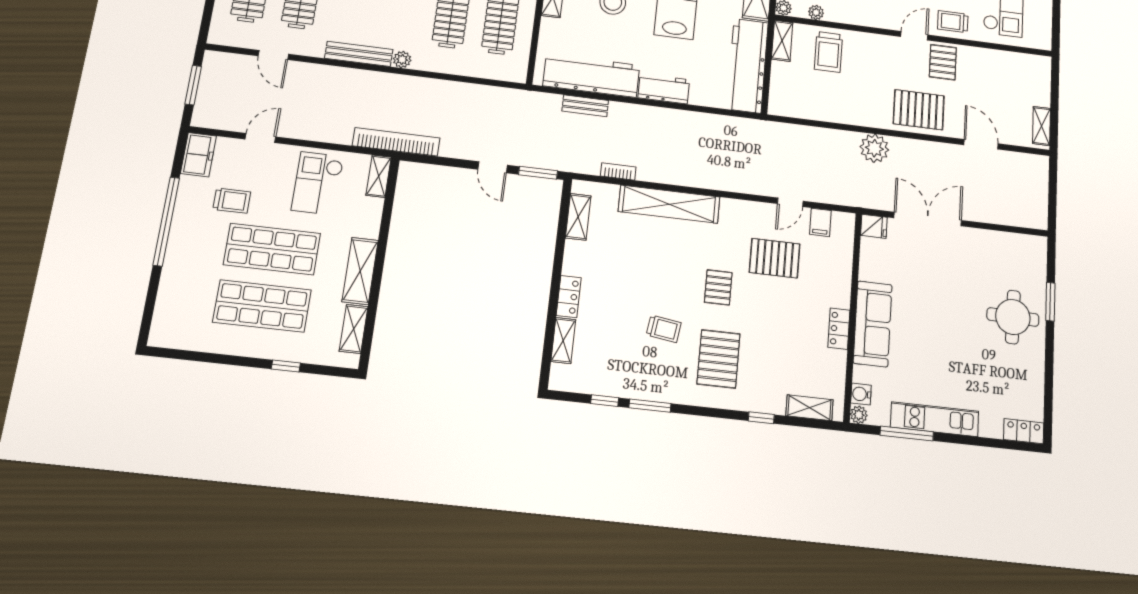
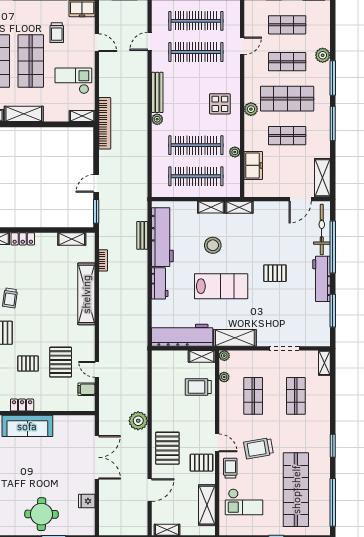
shelving: (1006, 63) -> (207, 505), added
fridge: (874, 226) -> (87, 501), moved, turned 90
pallet: (718, 287) -> (28, 364), moved

